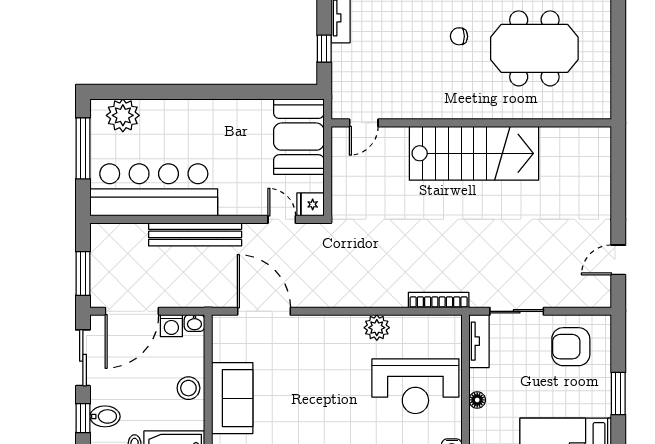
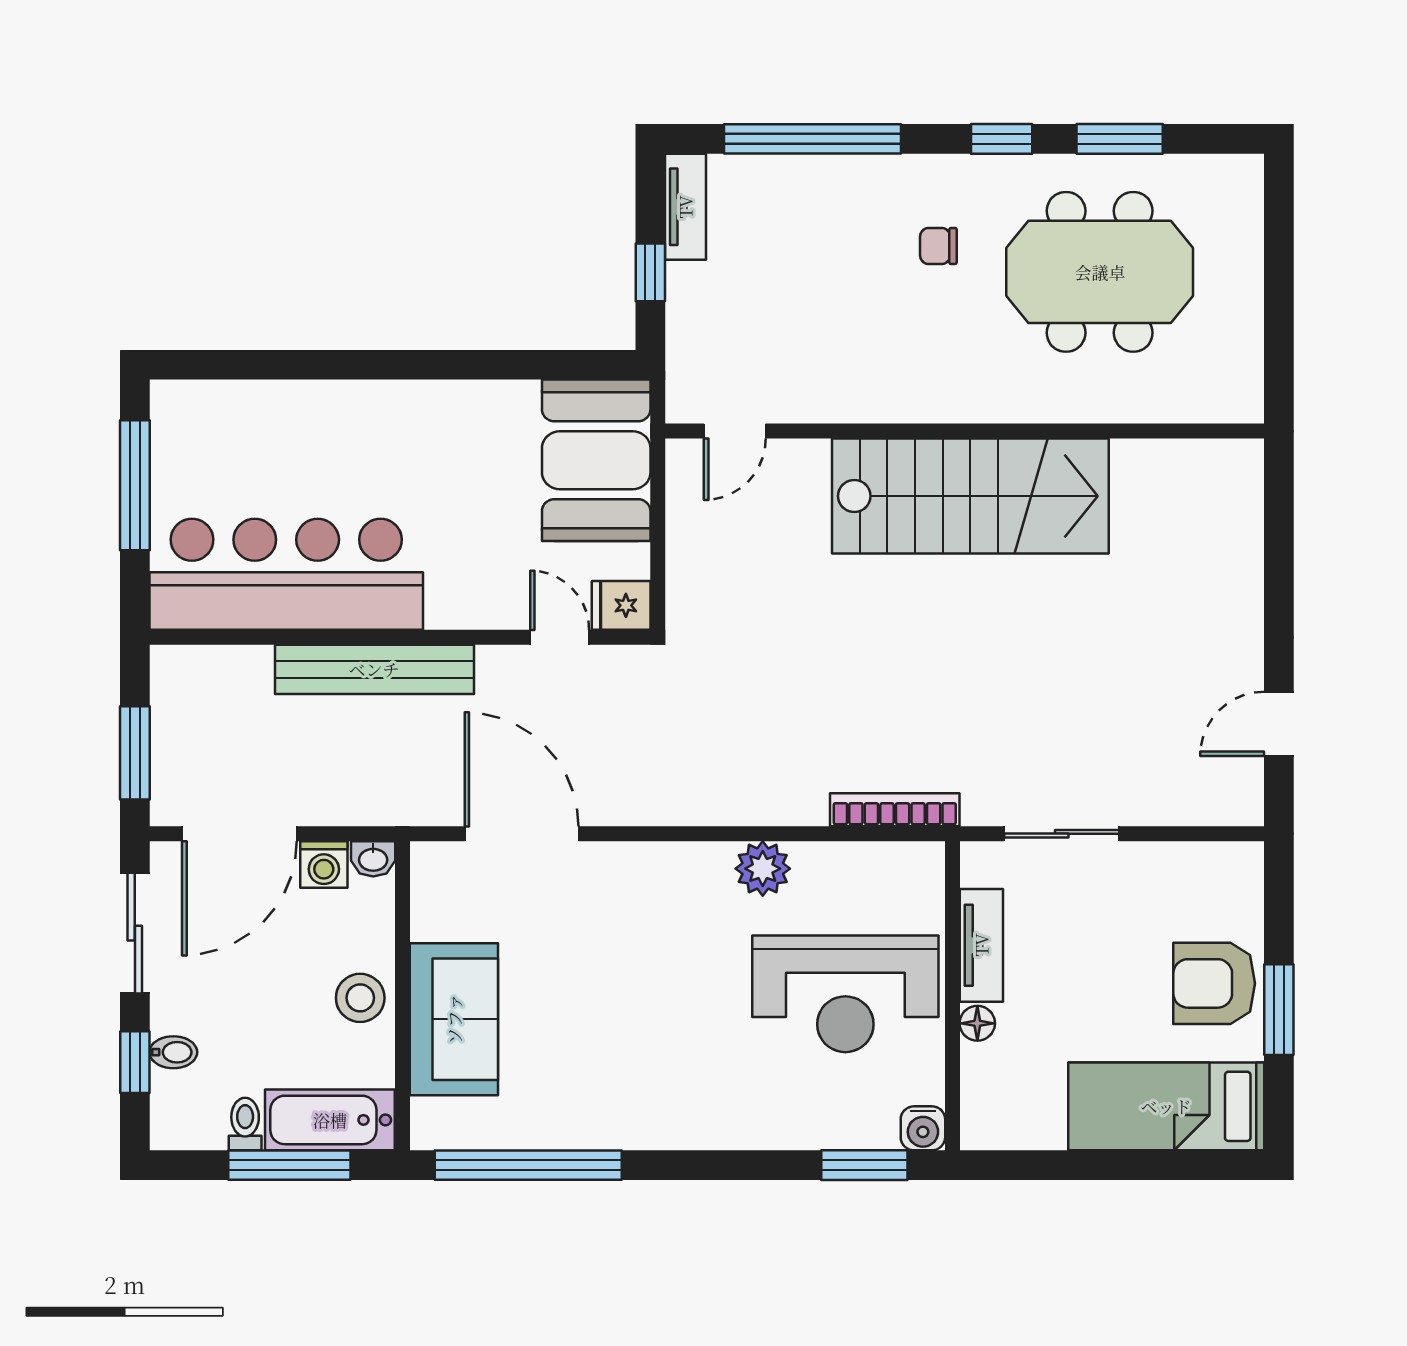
plant: (123, 115) -> (220, 415), removed
tv unit: (479, 341) -> (981, 945), moved
armchair: (571, 347) -> (1214, 983), moved
bidet: (105, 416) -> (173, 1052), width x0.72, depth x0.74

